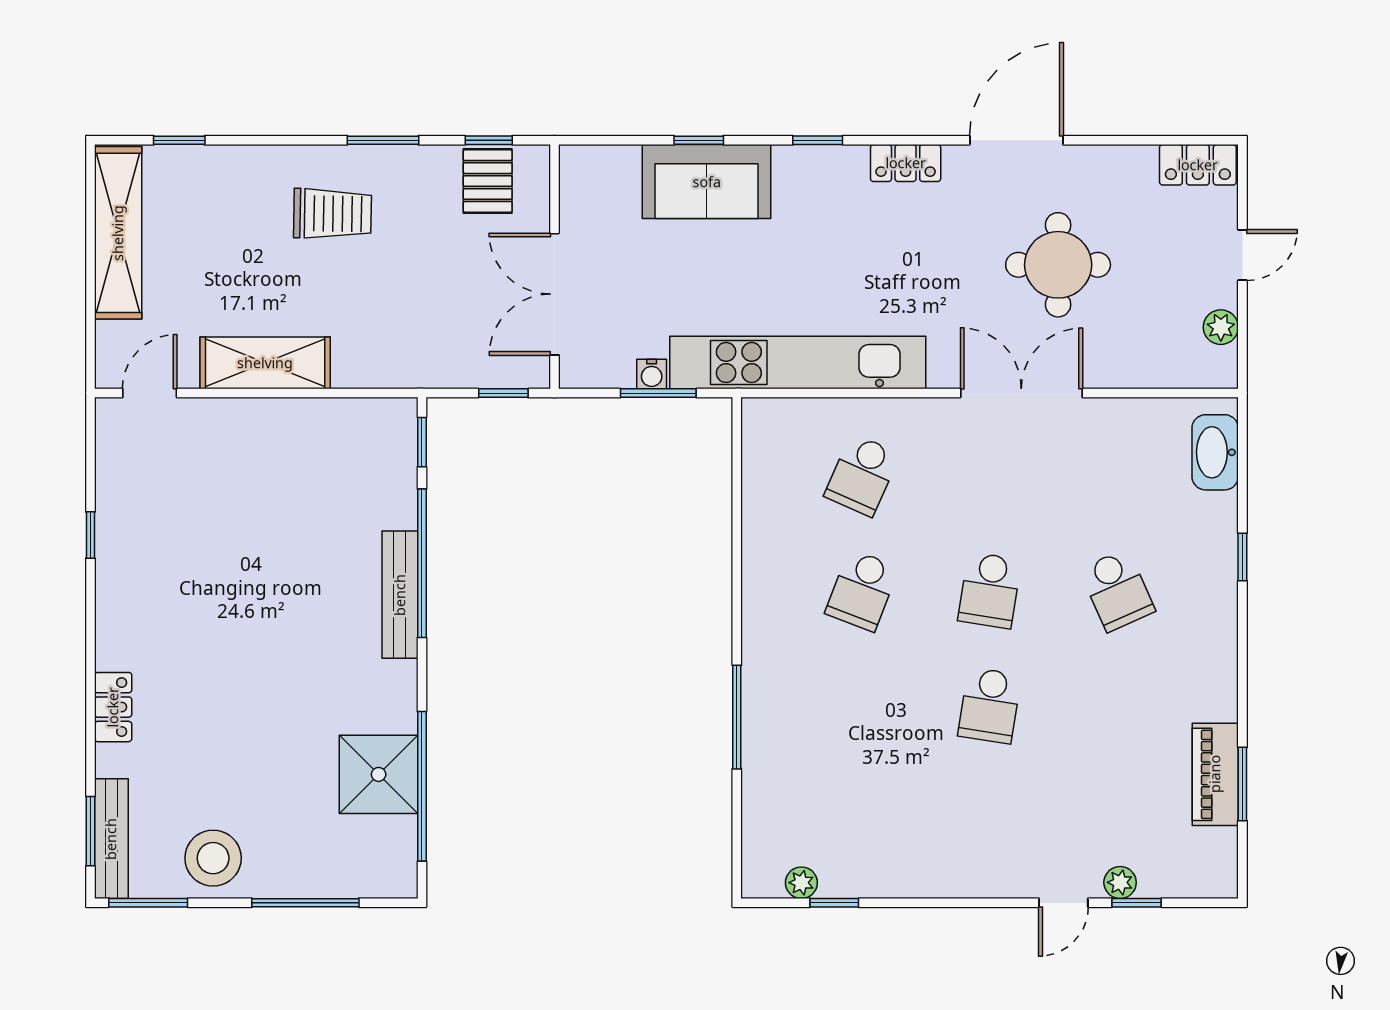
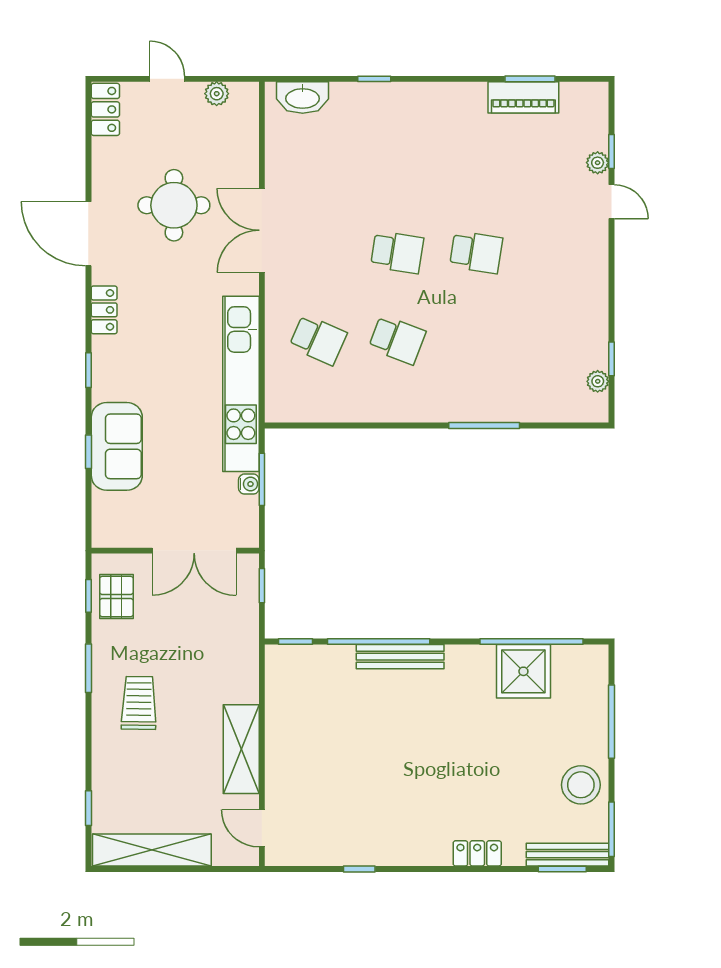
pallet: (488, 181) -> (116, 597), turned 90
school desk: (1117, 590) -> (397, 165), removed

